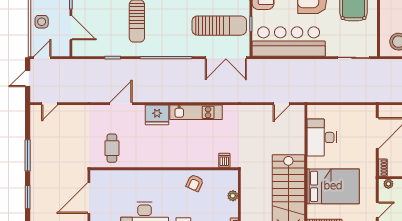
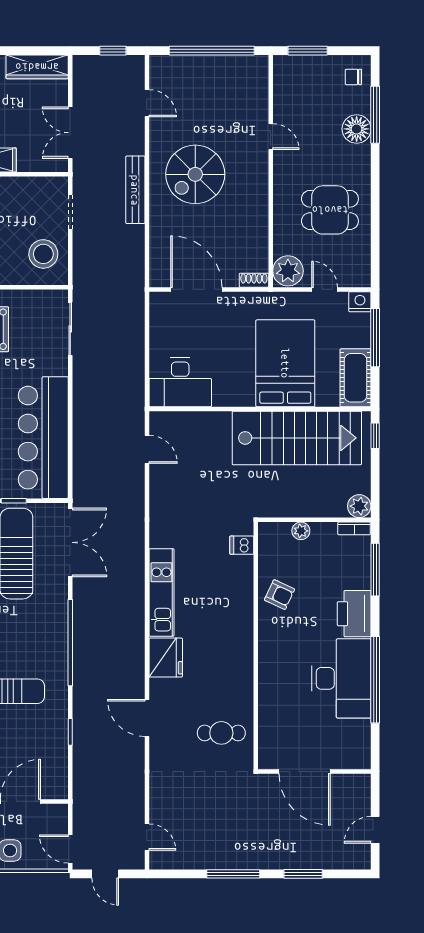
desk: (322, 137) -> (180, 382), moved
plant: (388, 184) -> (288, 271), width x1.88, depth x1.88

